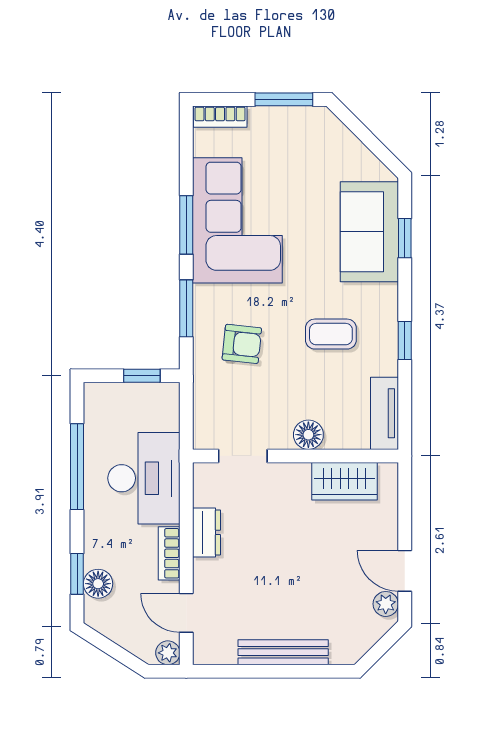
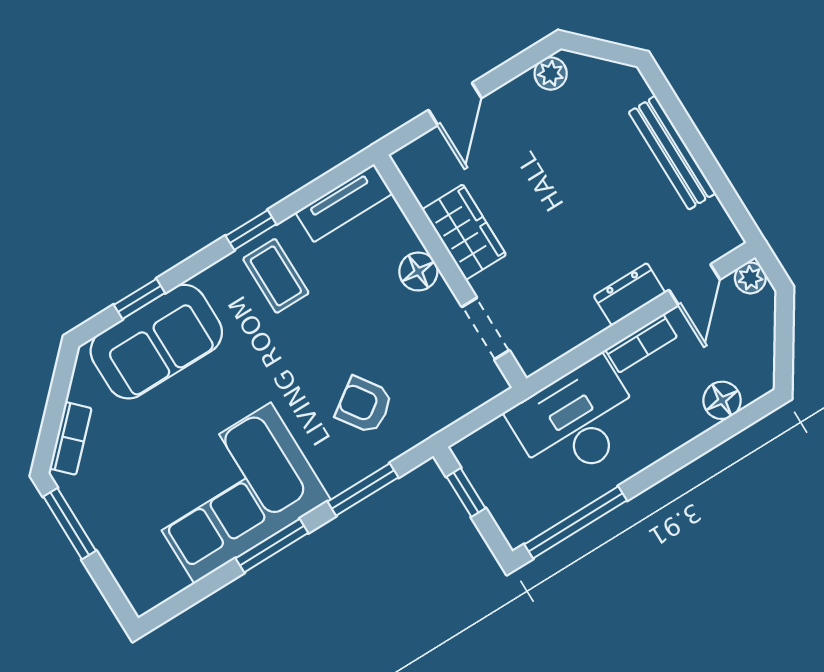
bookcase: (220, 117) -> (71, 438), moved, turned 45
coffee table: (331, 334) -> (276, 276), moved
armchair: (242, 344) -> (364, 405), turned -41
window: (77, 467) -> (576, 522), moved
wardrobe: (344, 481) -> (464, 232), moved
dresser: (207, 532) -> (629, 294), moved
door: (405, 571) -> (455, 104), moved
window: (77, 574) -> (725, 430), removed

